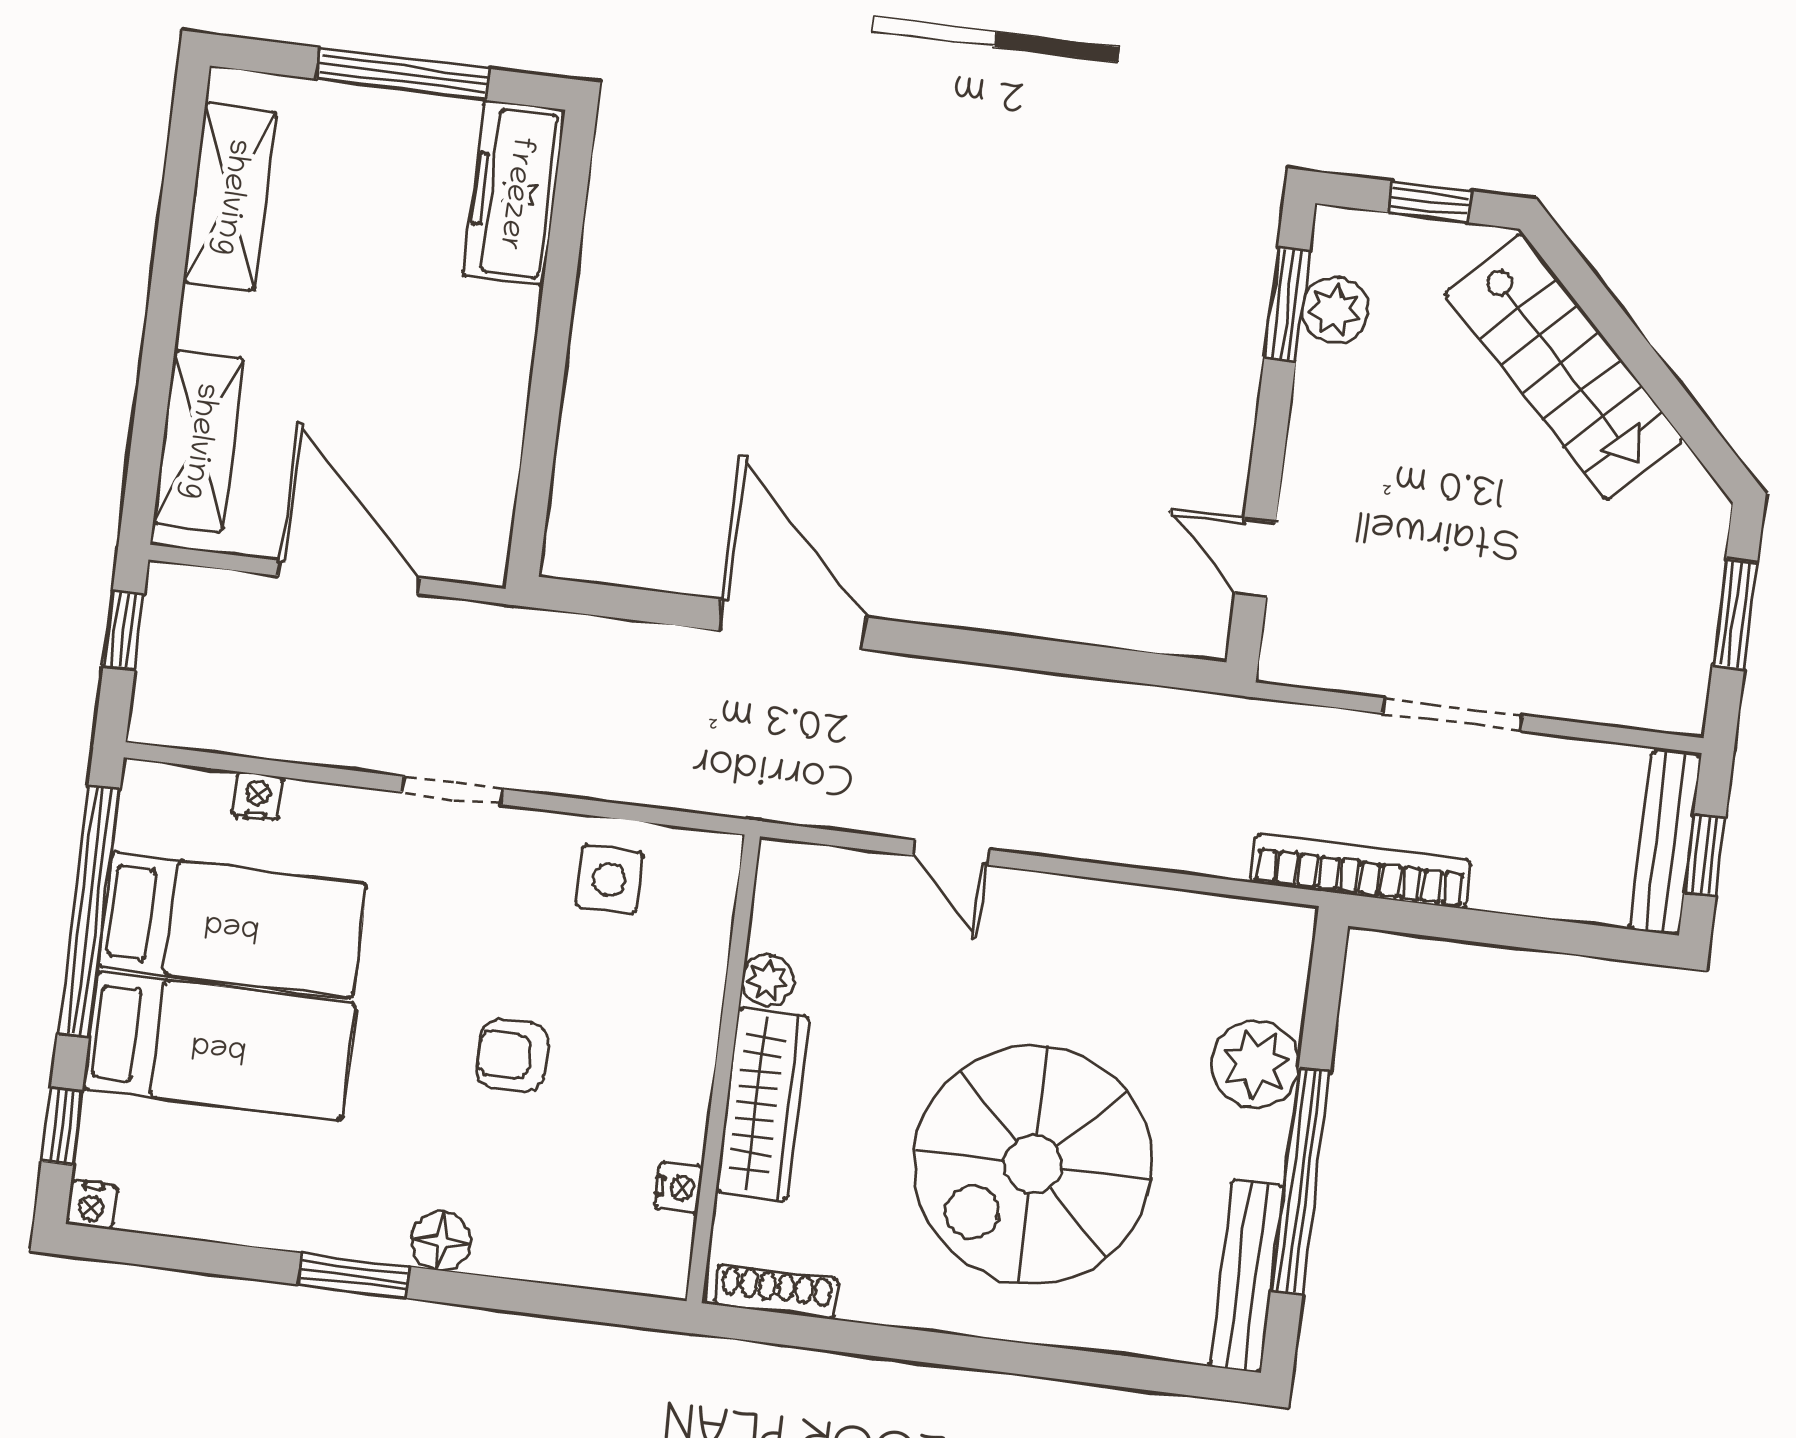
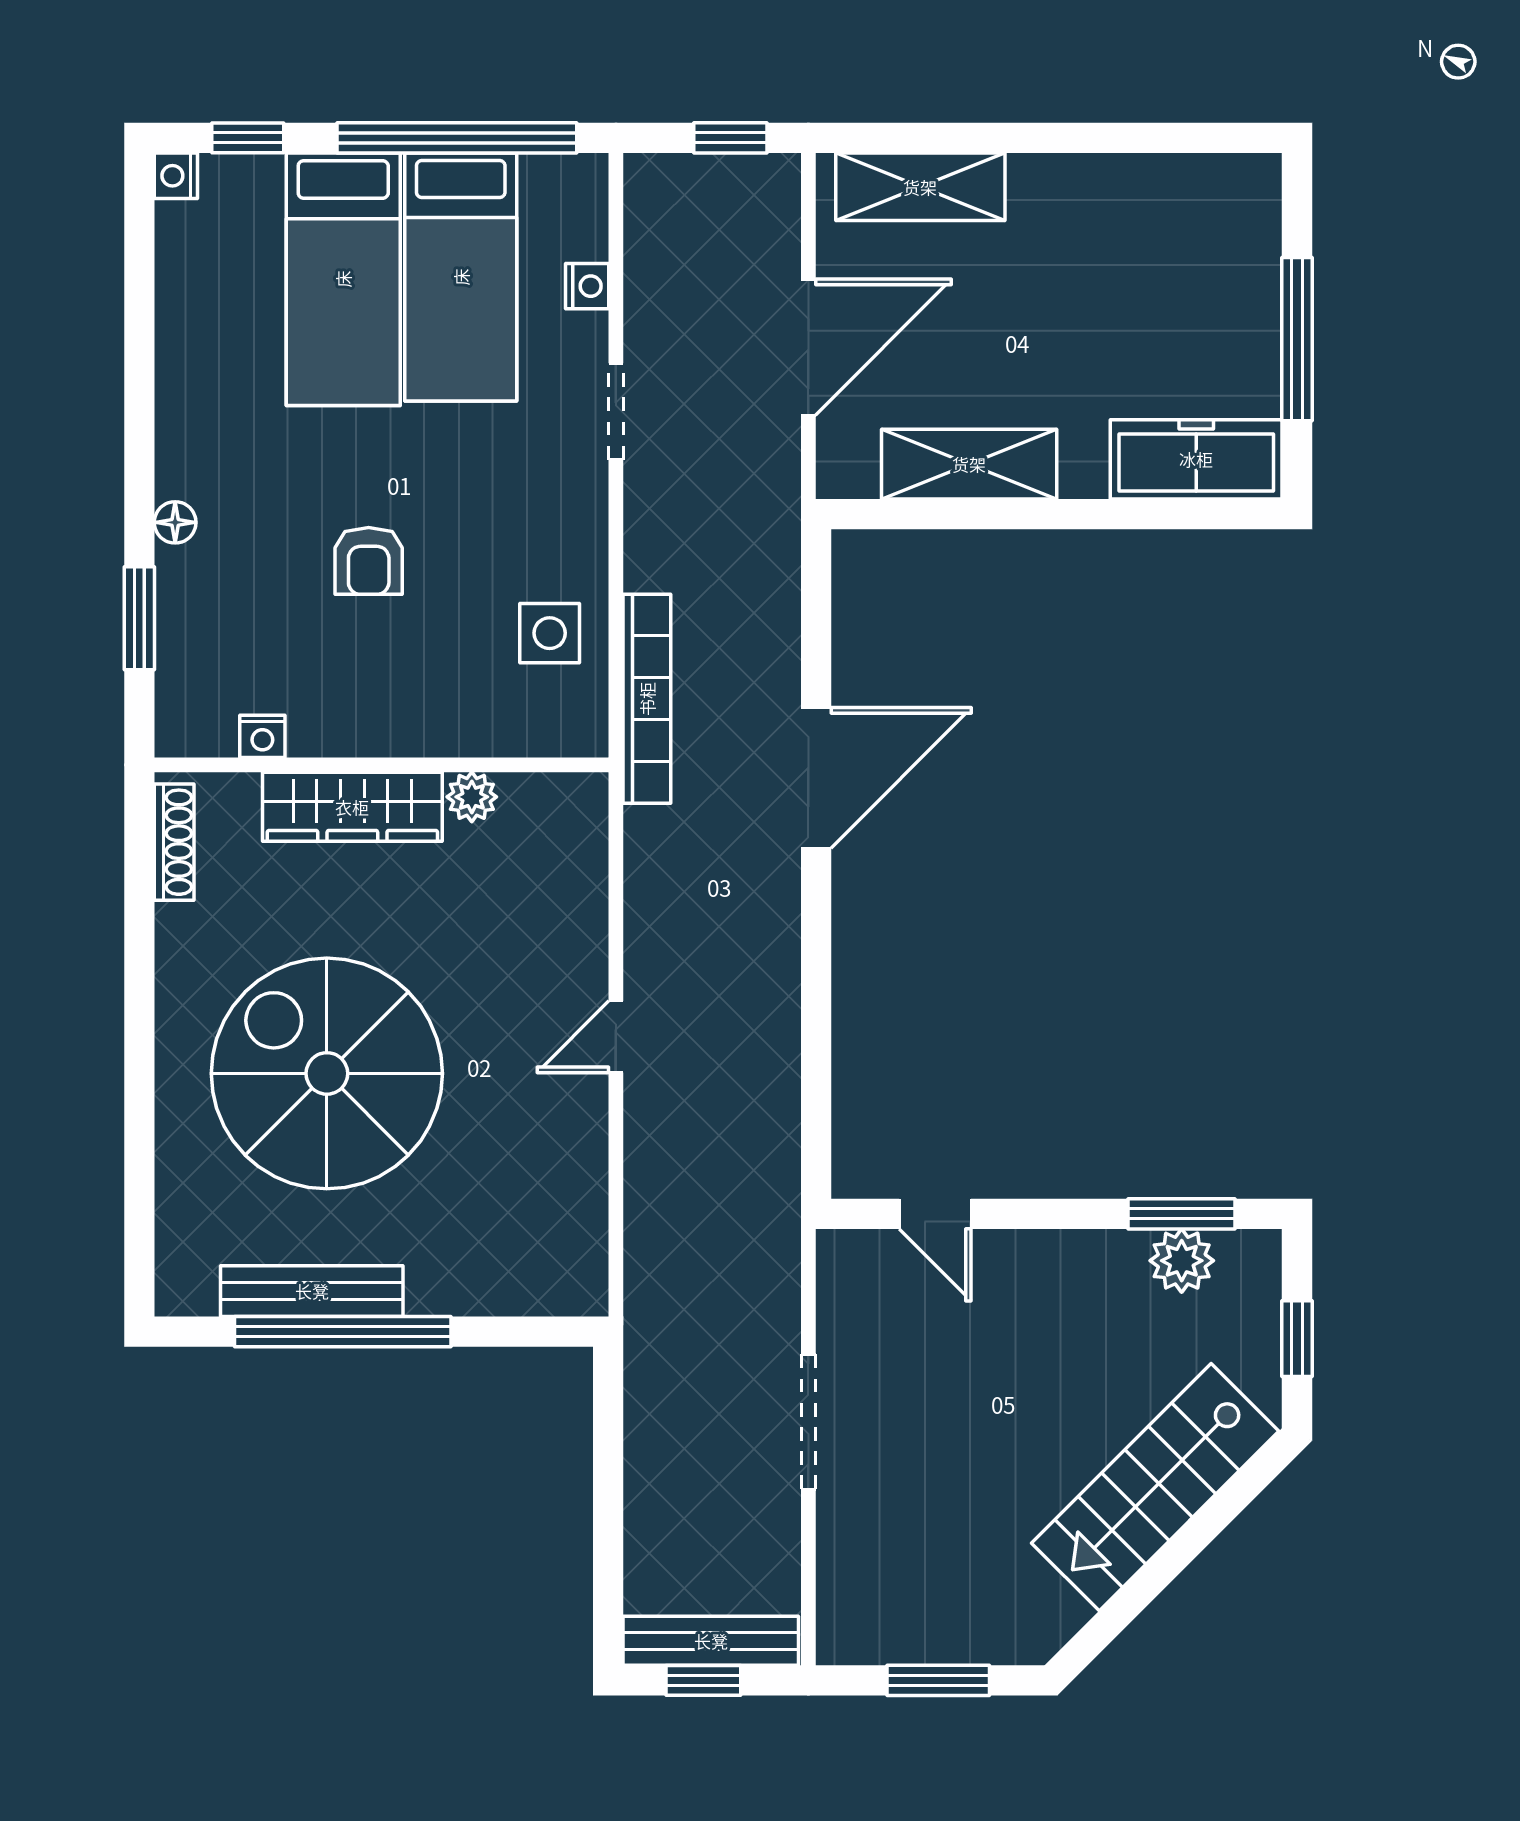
shelving: (230, 197) -> (969, 464), moved
door: (1255, 558) -> (935, 1214), swing flipped
doorway: (453, 791) -> (616, 411), moved
door: (951, 853) -> (616, 1037), moved
bookcase: (1360, 871) -> (647, 699), moved
armchair: (512, 1056) -> (369, 561), turned 180
plant: (1256, 1064) -> (450, 1275), removed
floor lamp: (441, 1241) -> (175, 522), width x0.73, depth x0.73
window: (353, 1275) -> (139, 618), moved
bench: (1246, 1276) -> (312, 1291), moved

